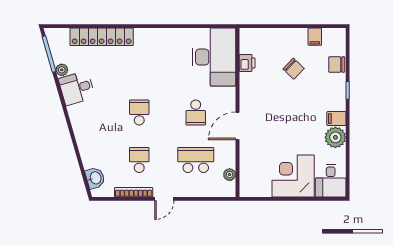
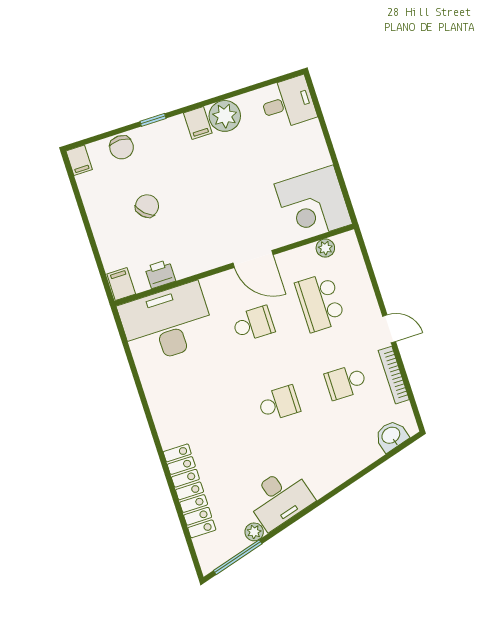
filing cabinet: (249, 36) -> (121, 284), added
filing cabinet: (315, 37) -> (79, 160), moved, turned 90
desk: (77, 88) -> (280, 498), width x1.37
school desk: (139, 112) -> (279, 403), turned 180
corner desk: (293, 176) -> (313, 204), moved

